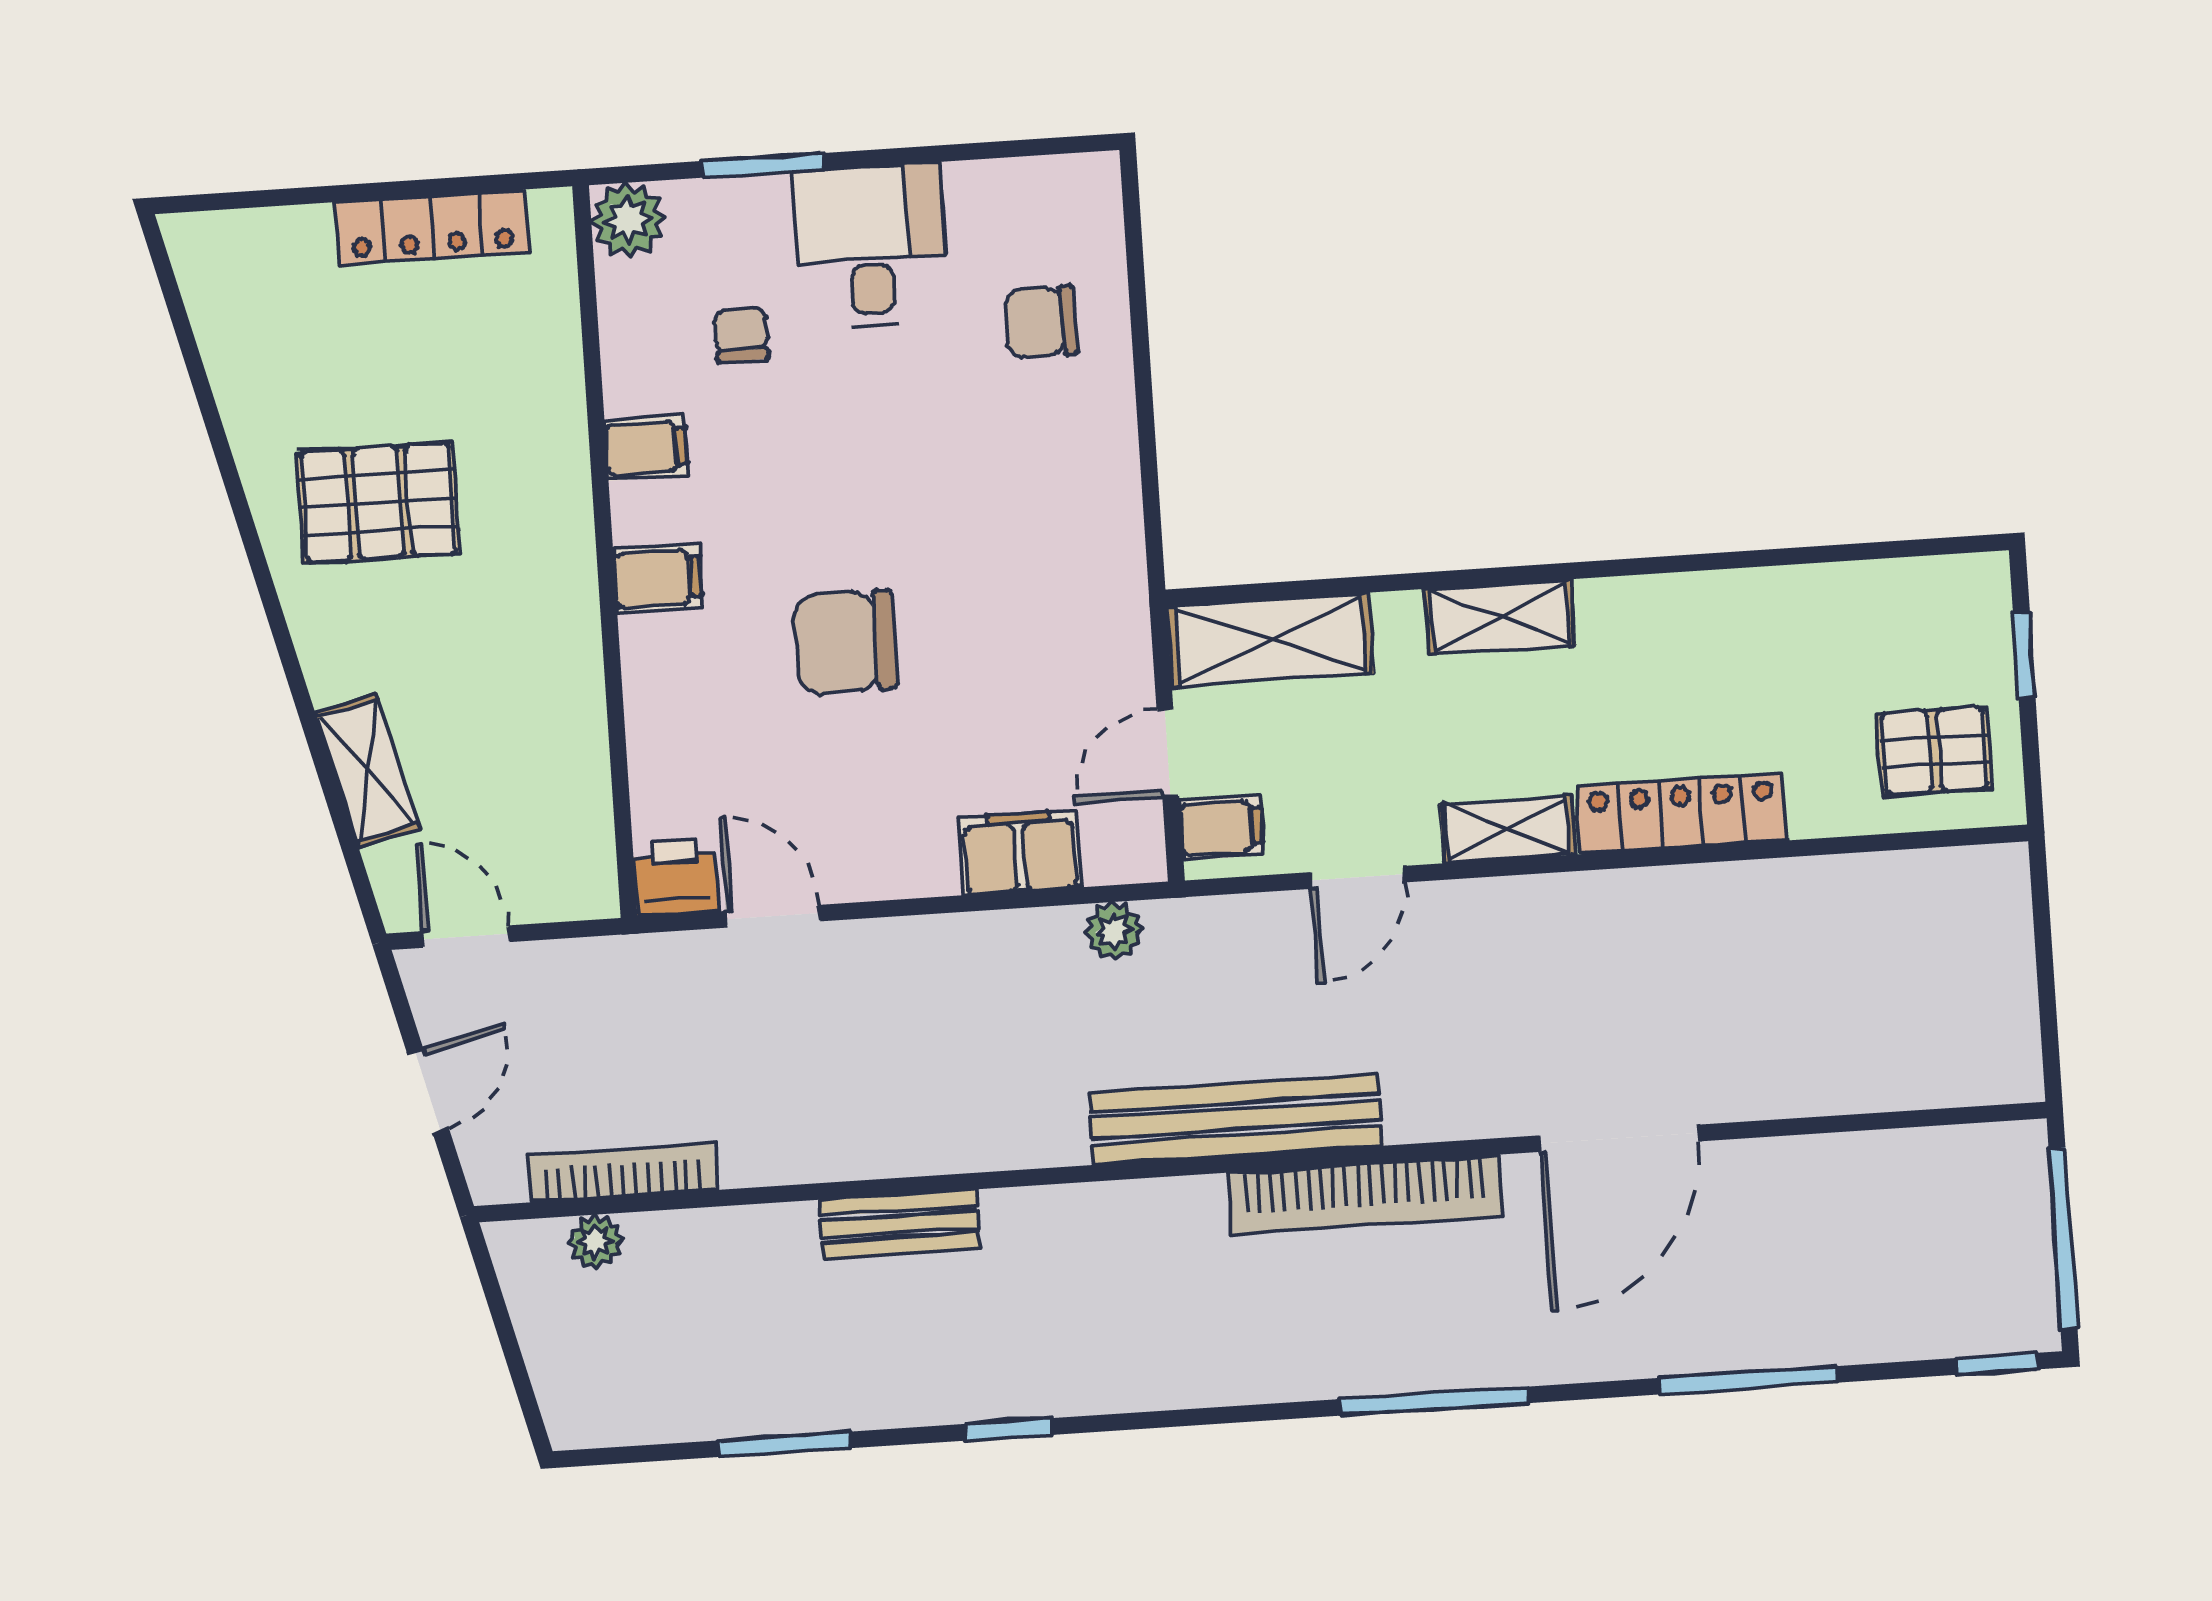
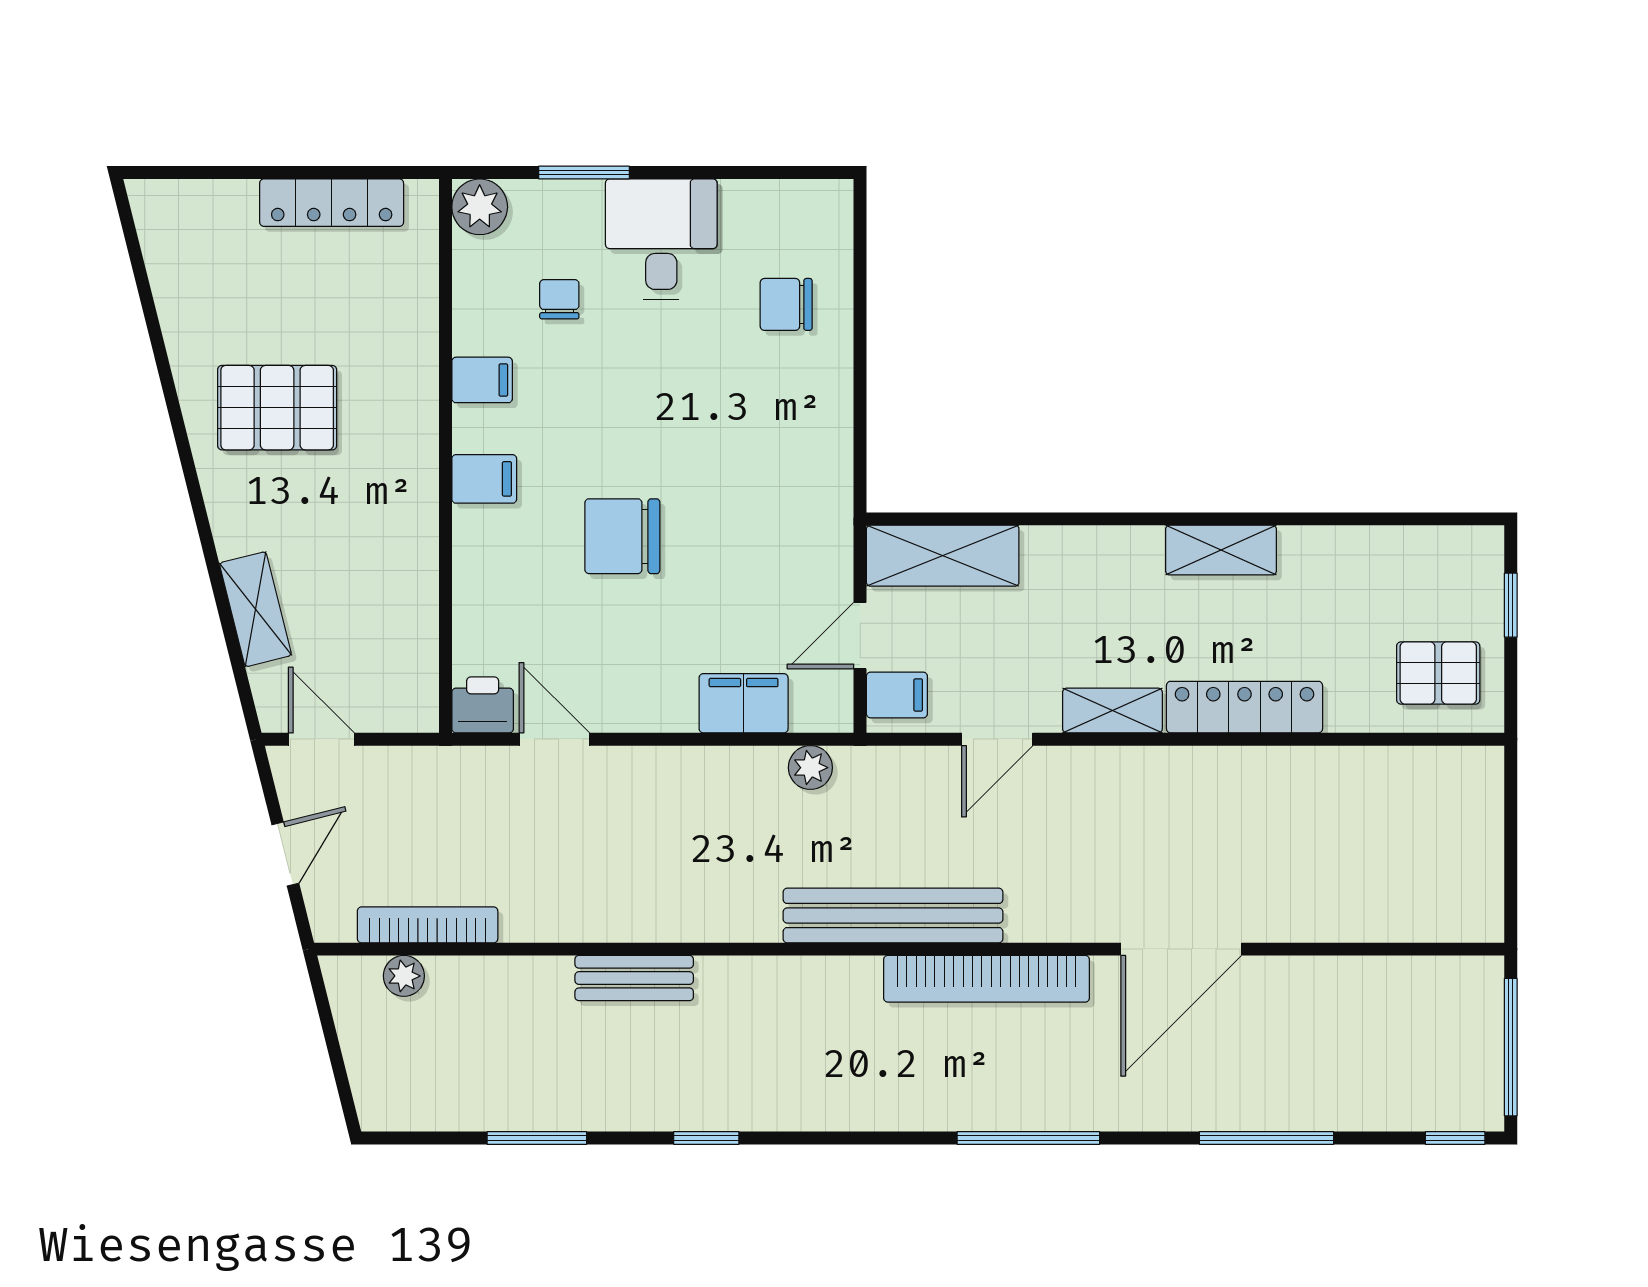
shelving: (1500, 617) -> (1221, 550), moved

